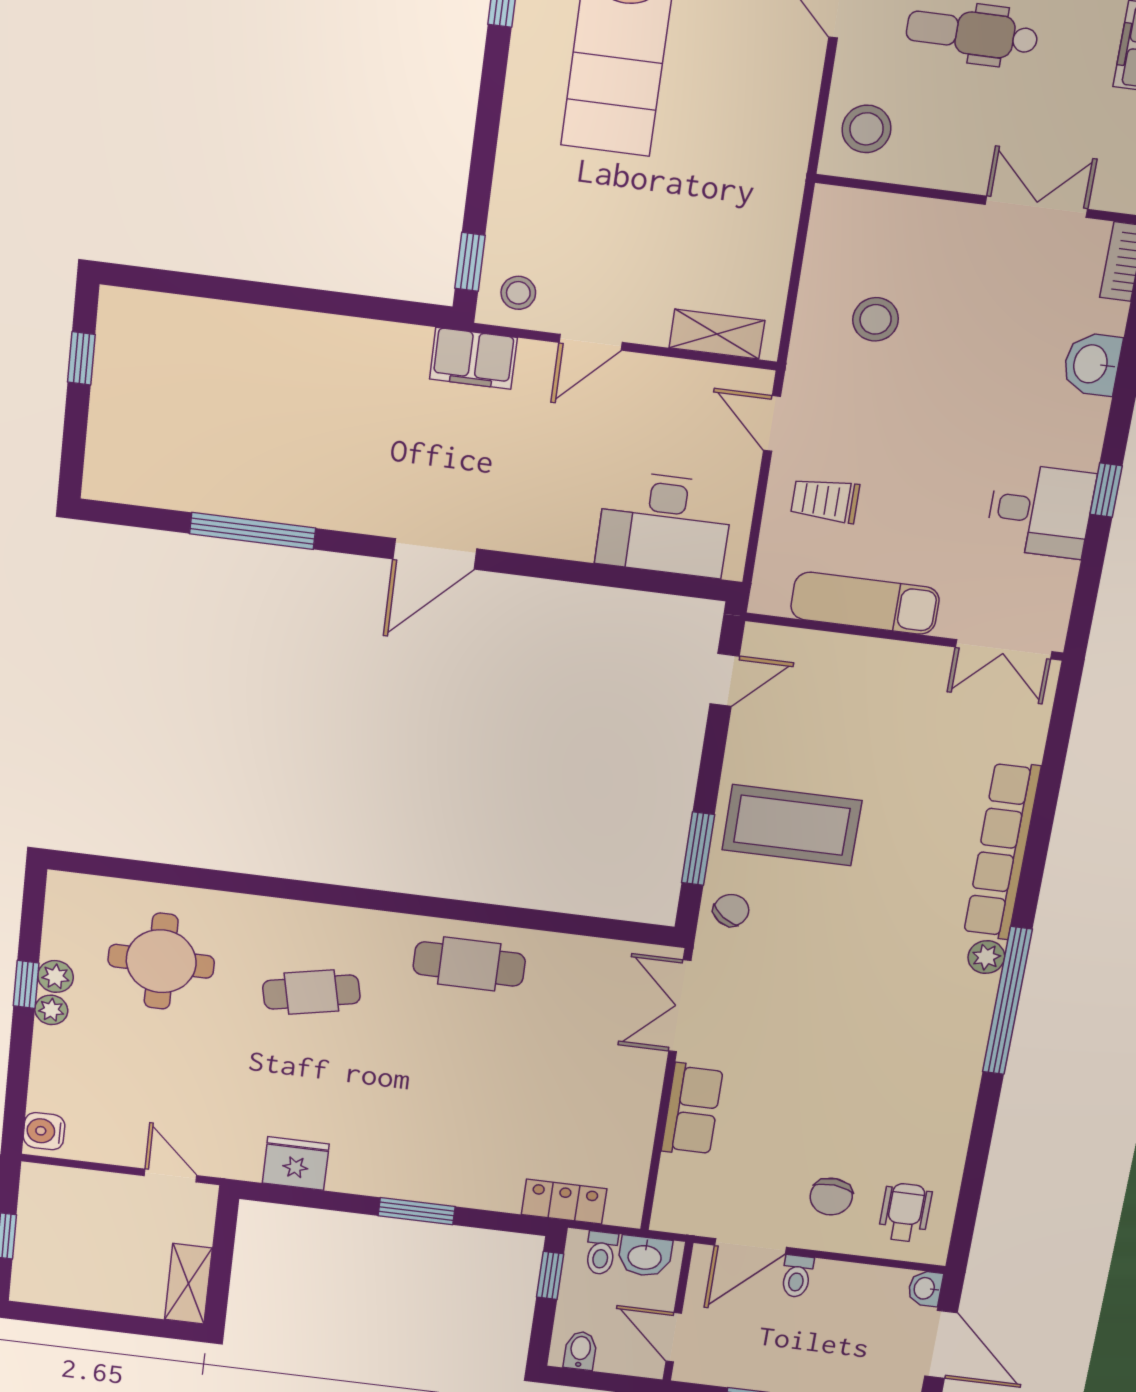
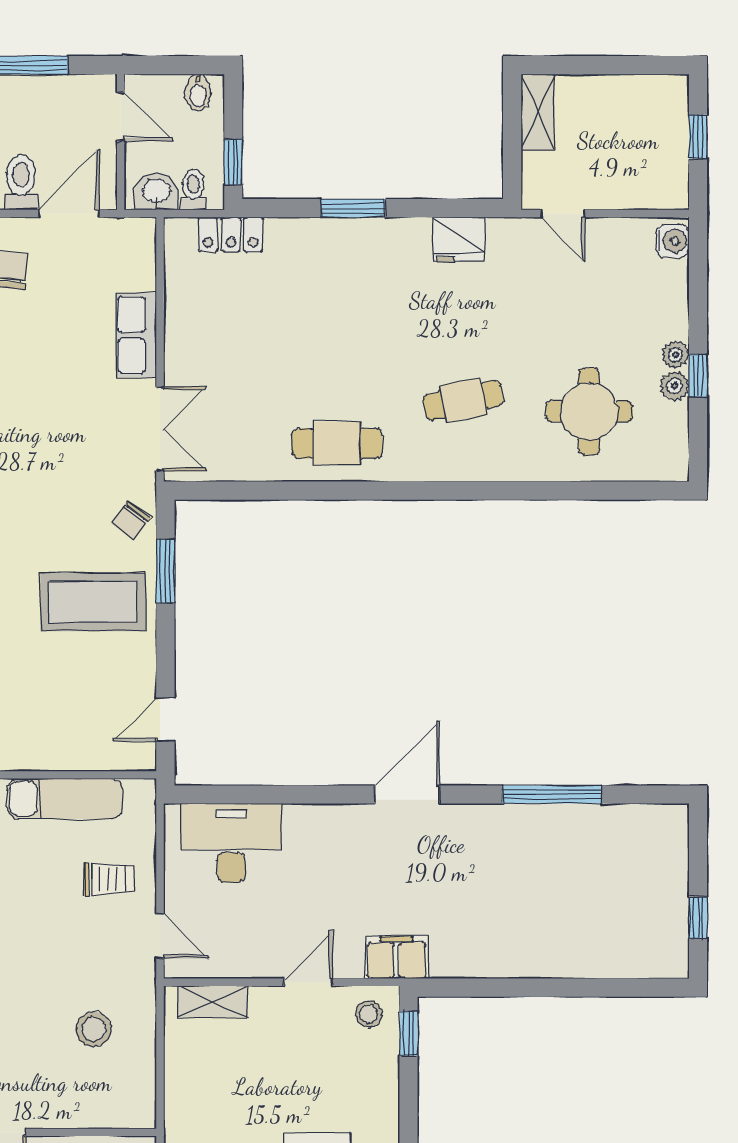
toilet: (797, 1276) -> (21, 182), width x1.37, depth x1.39

